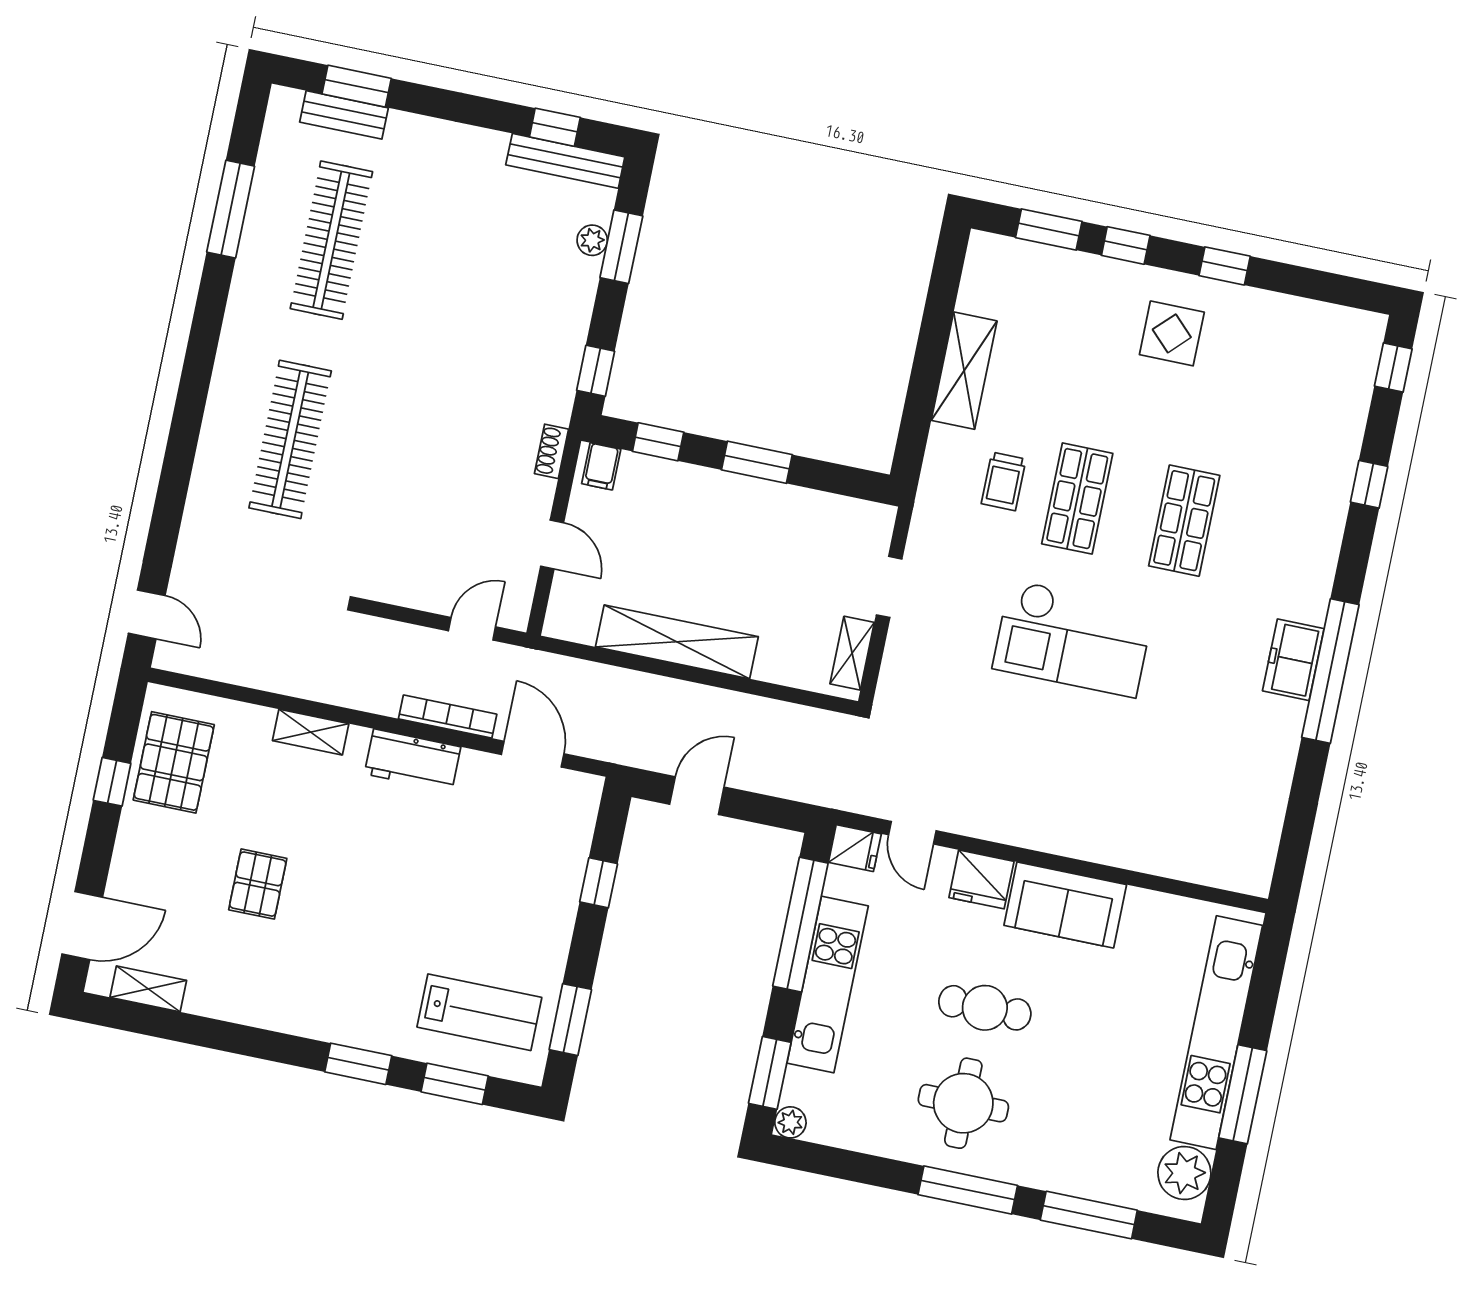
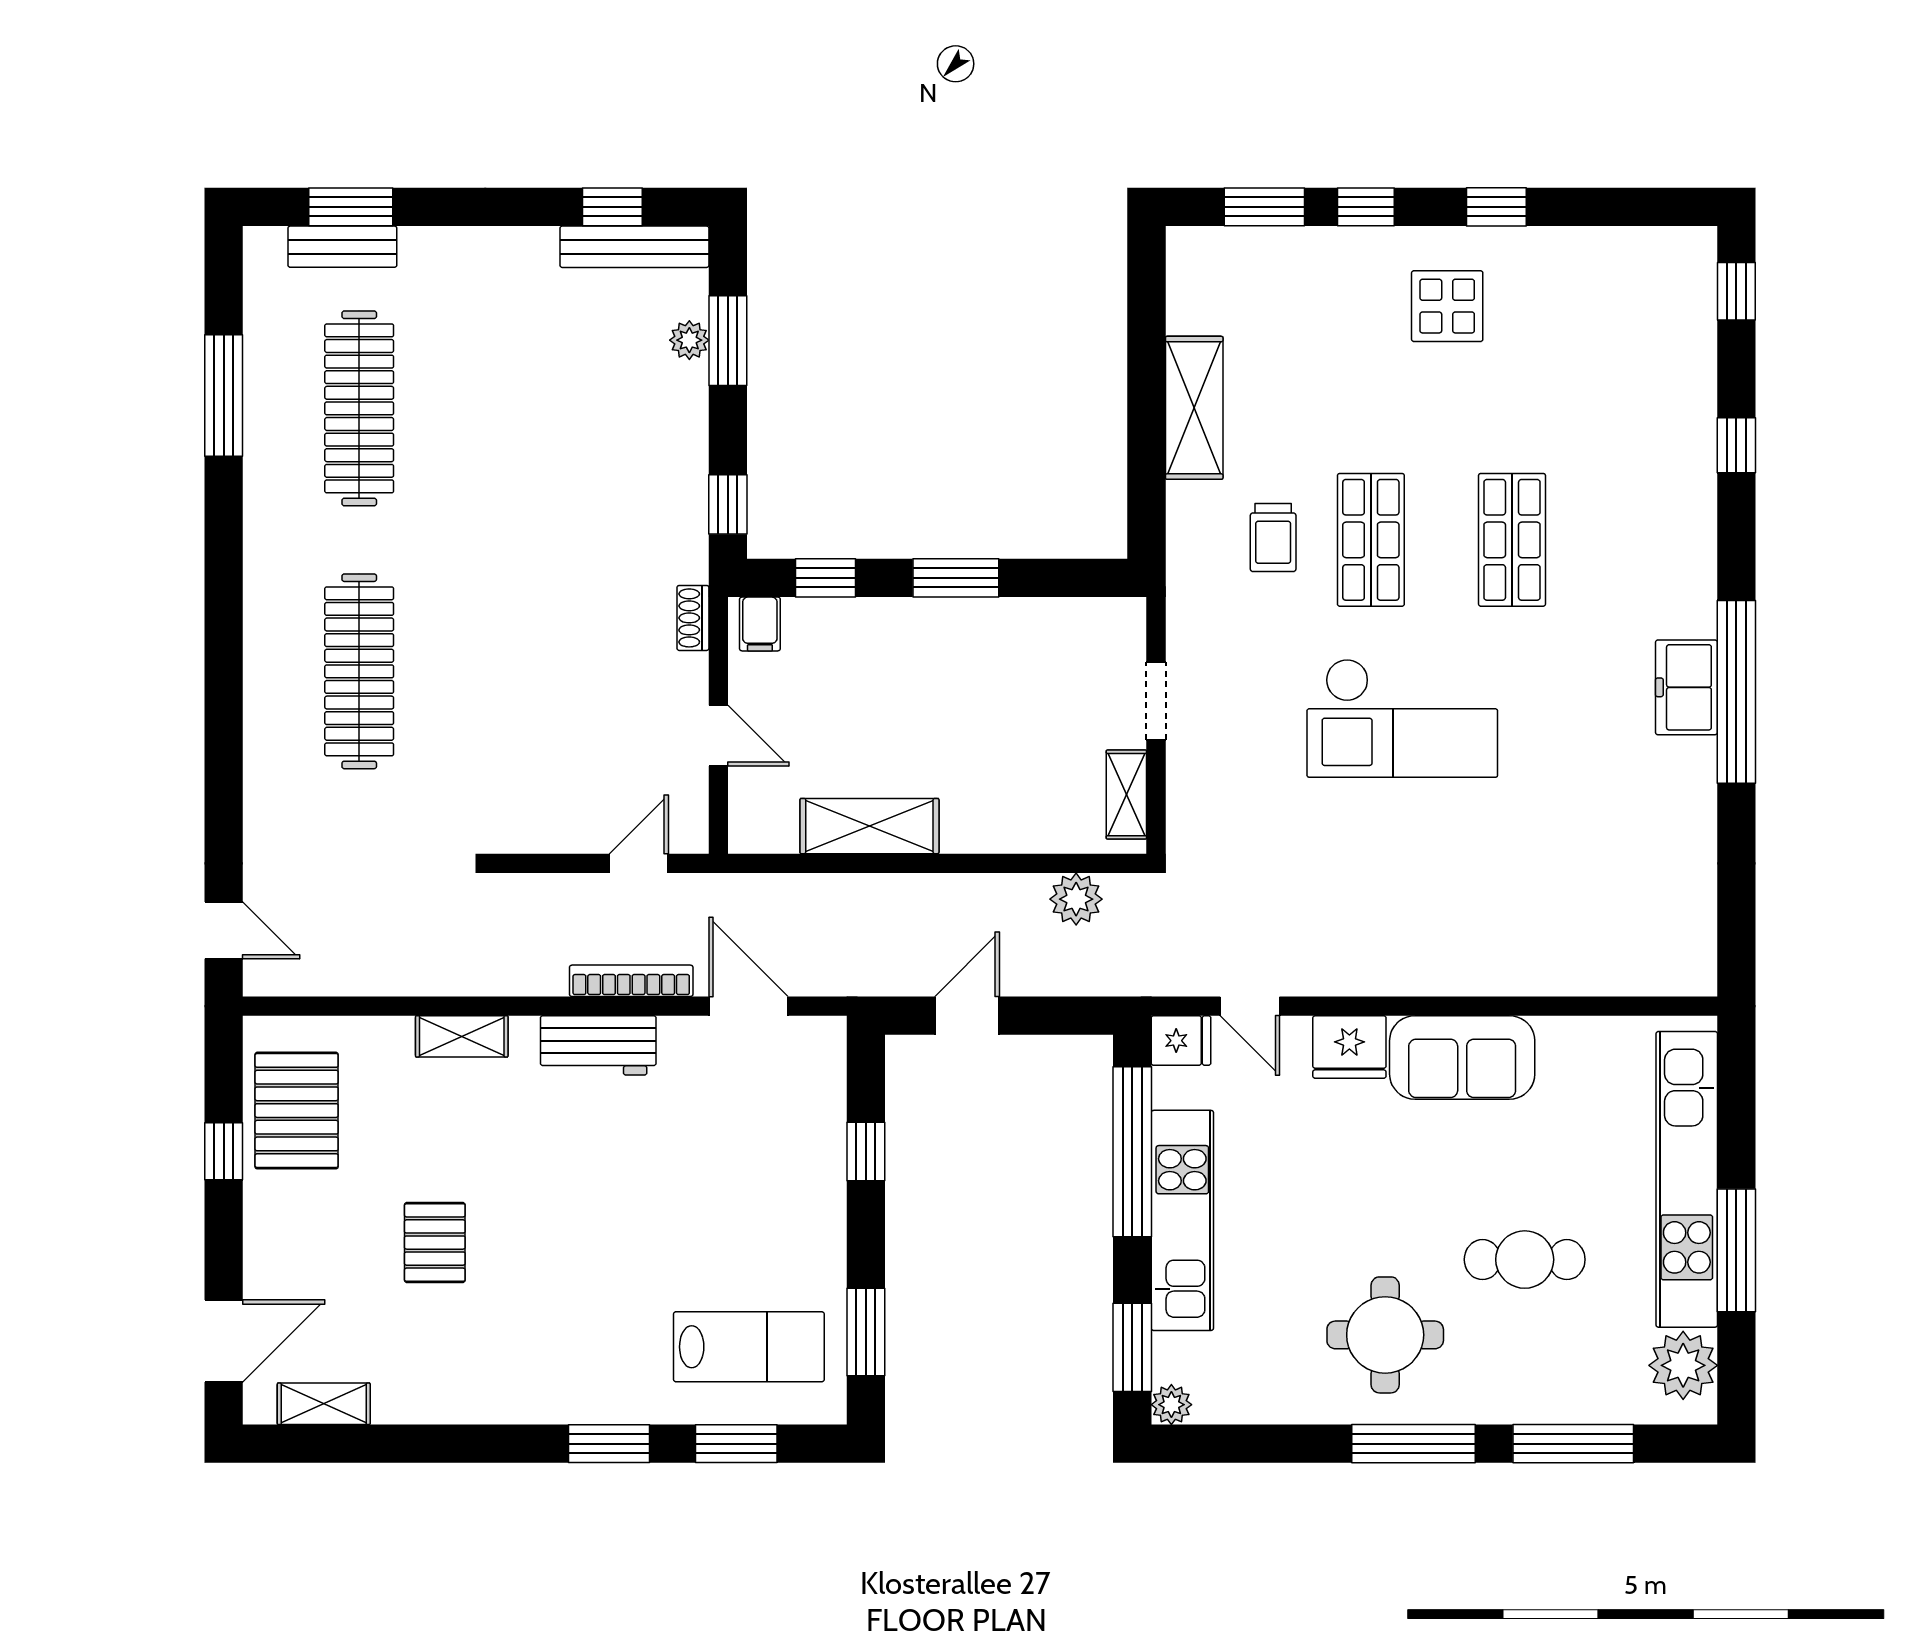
shelving: (677, 642) -> (869, 826), width x0.68
plant: (798, 724) -> (1076, 899), added
cafe table: (985, 1008) -> (1525, 1260), moved

